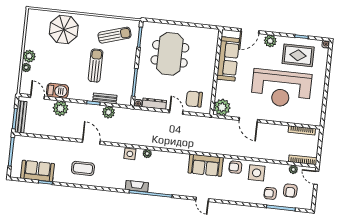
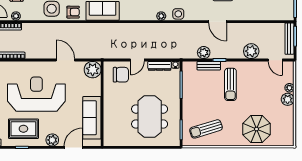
sun lounger: (96, 66) -> (230, 84), moved
barbecue: (57, 91) -> (256, 68), removed
door: (176, 112) -> (137, 60), hinge flipped

